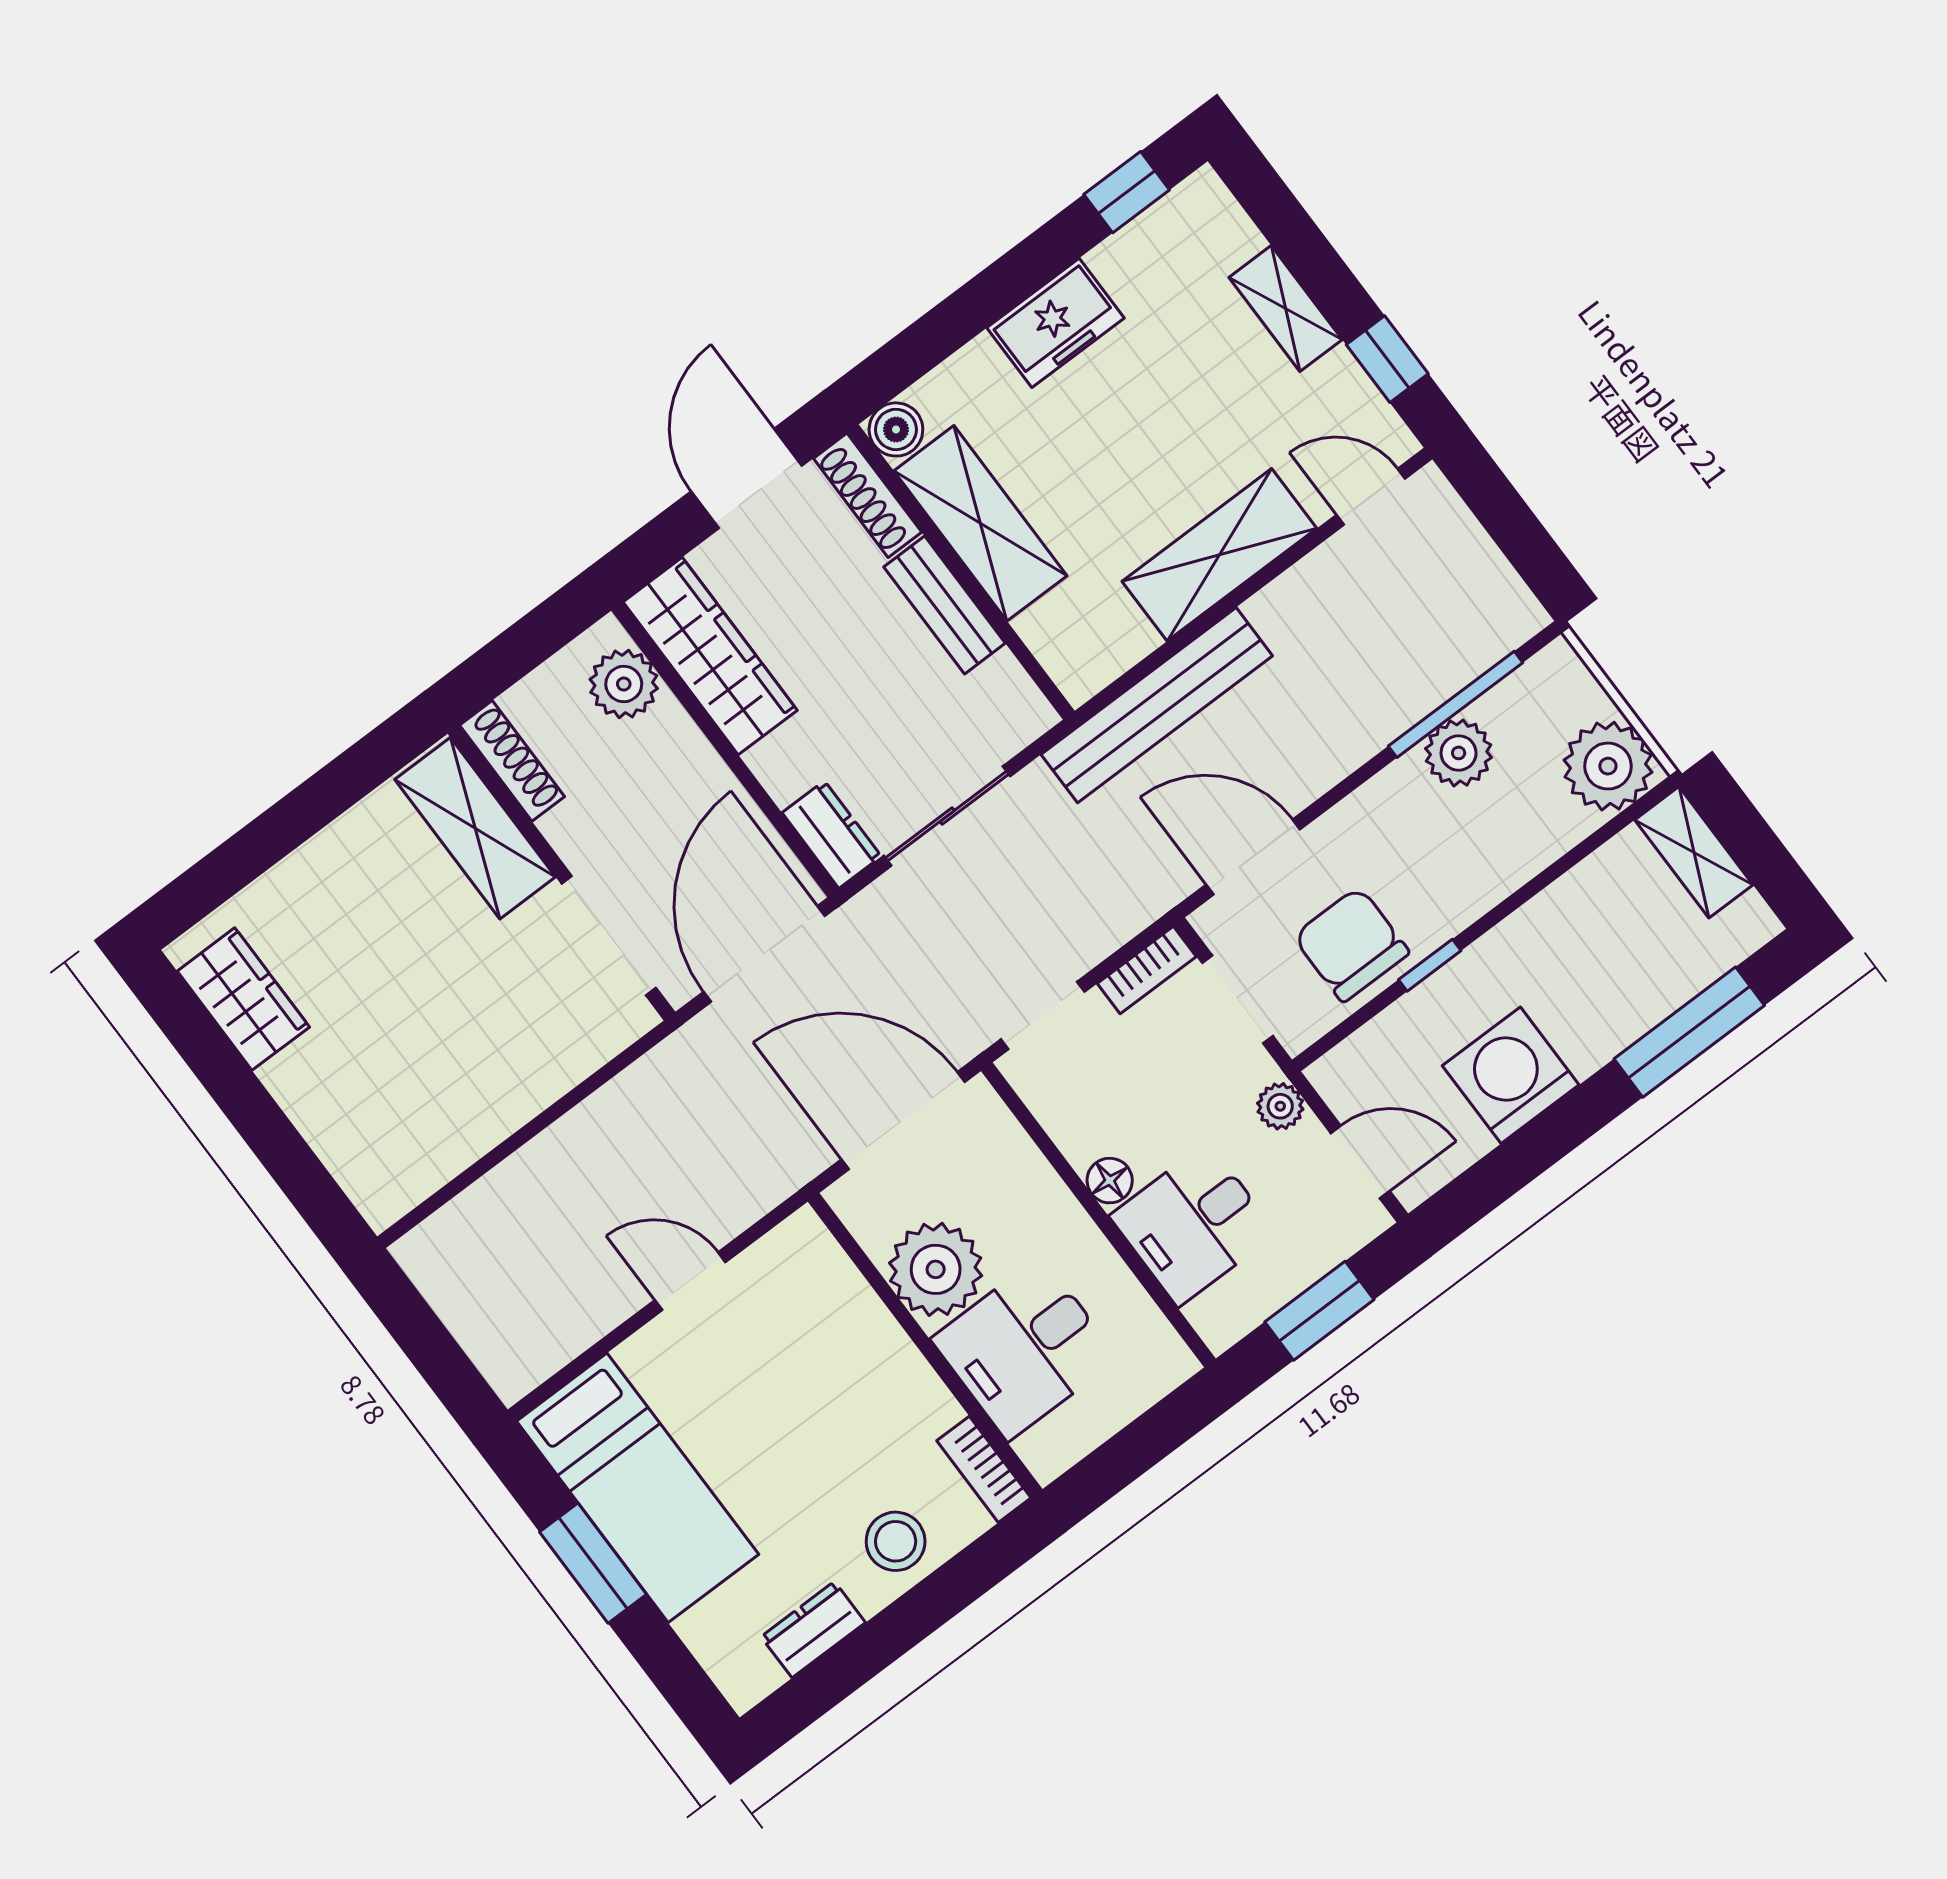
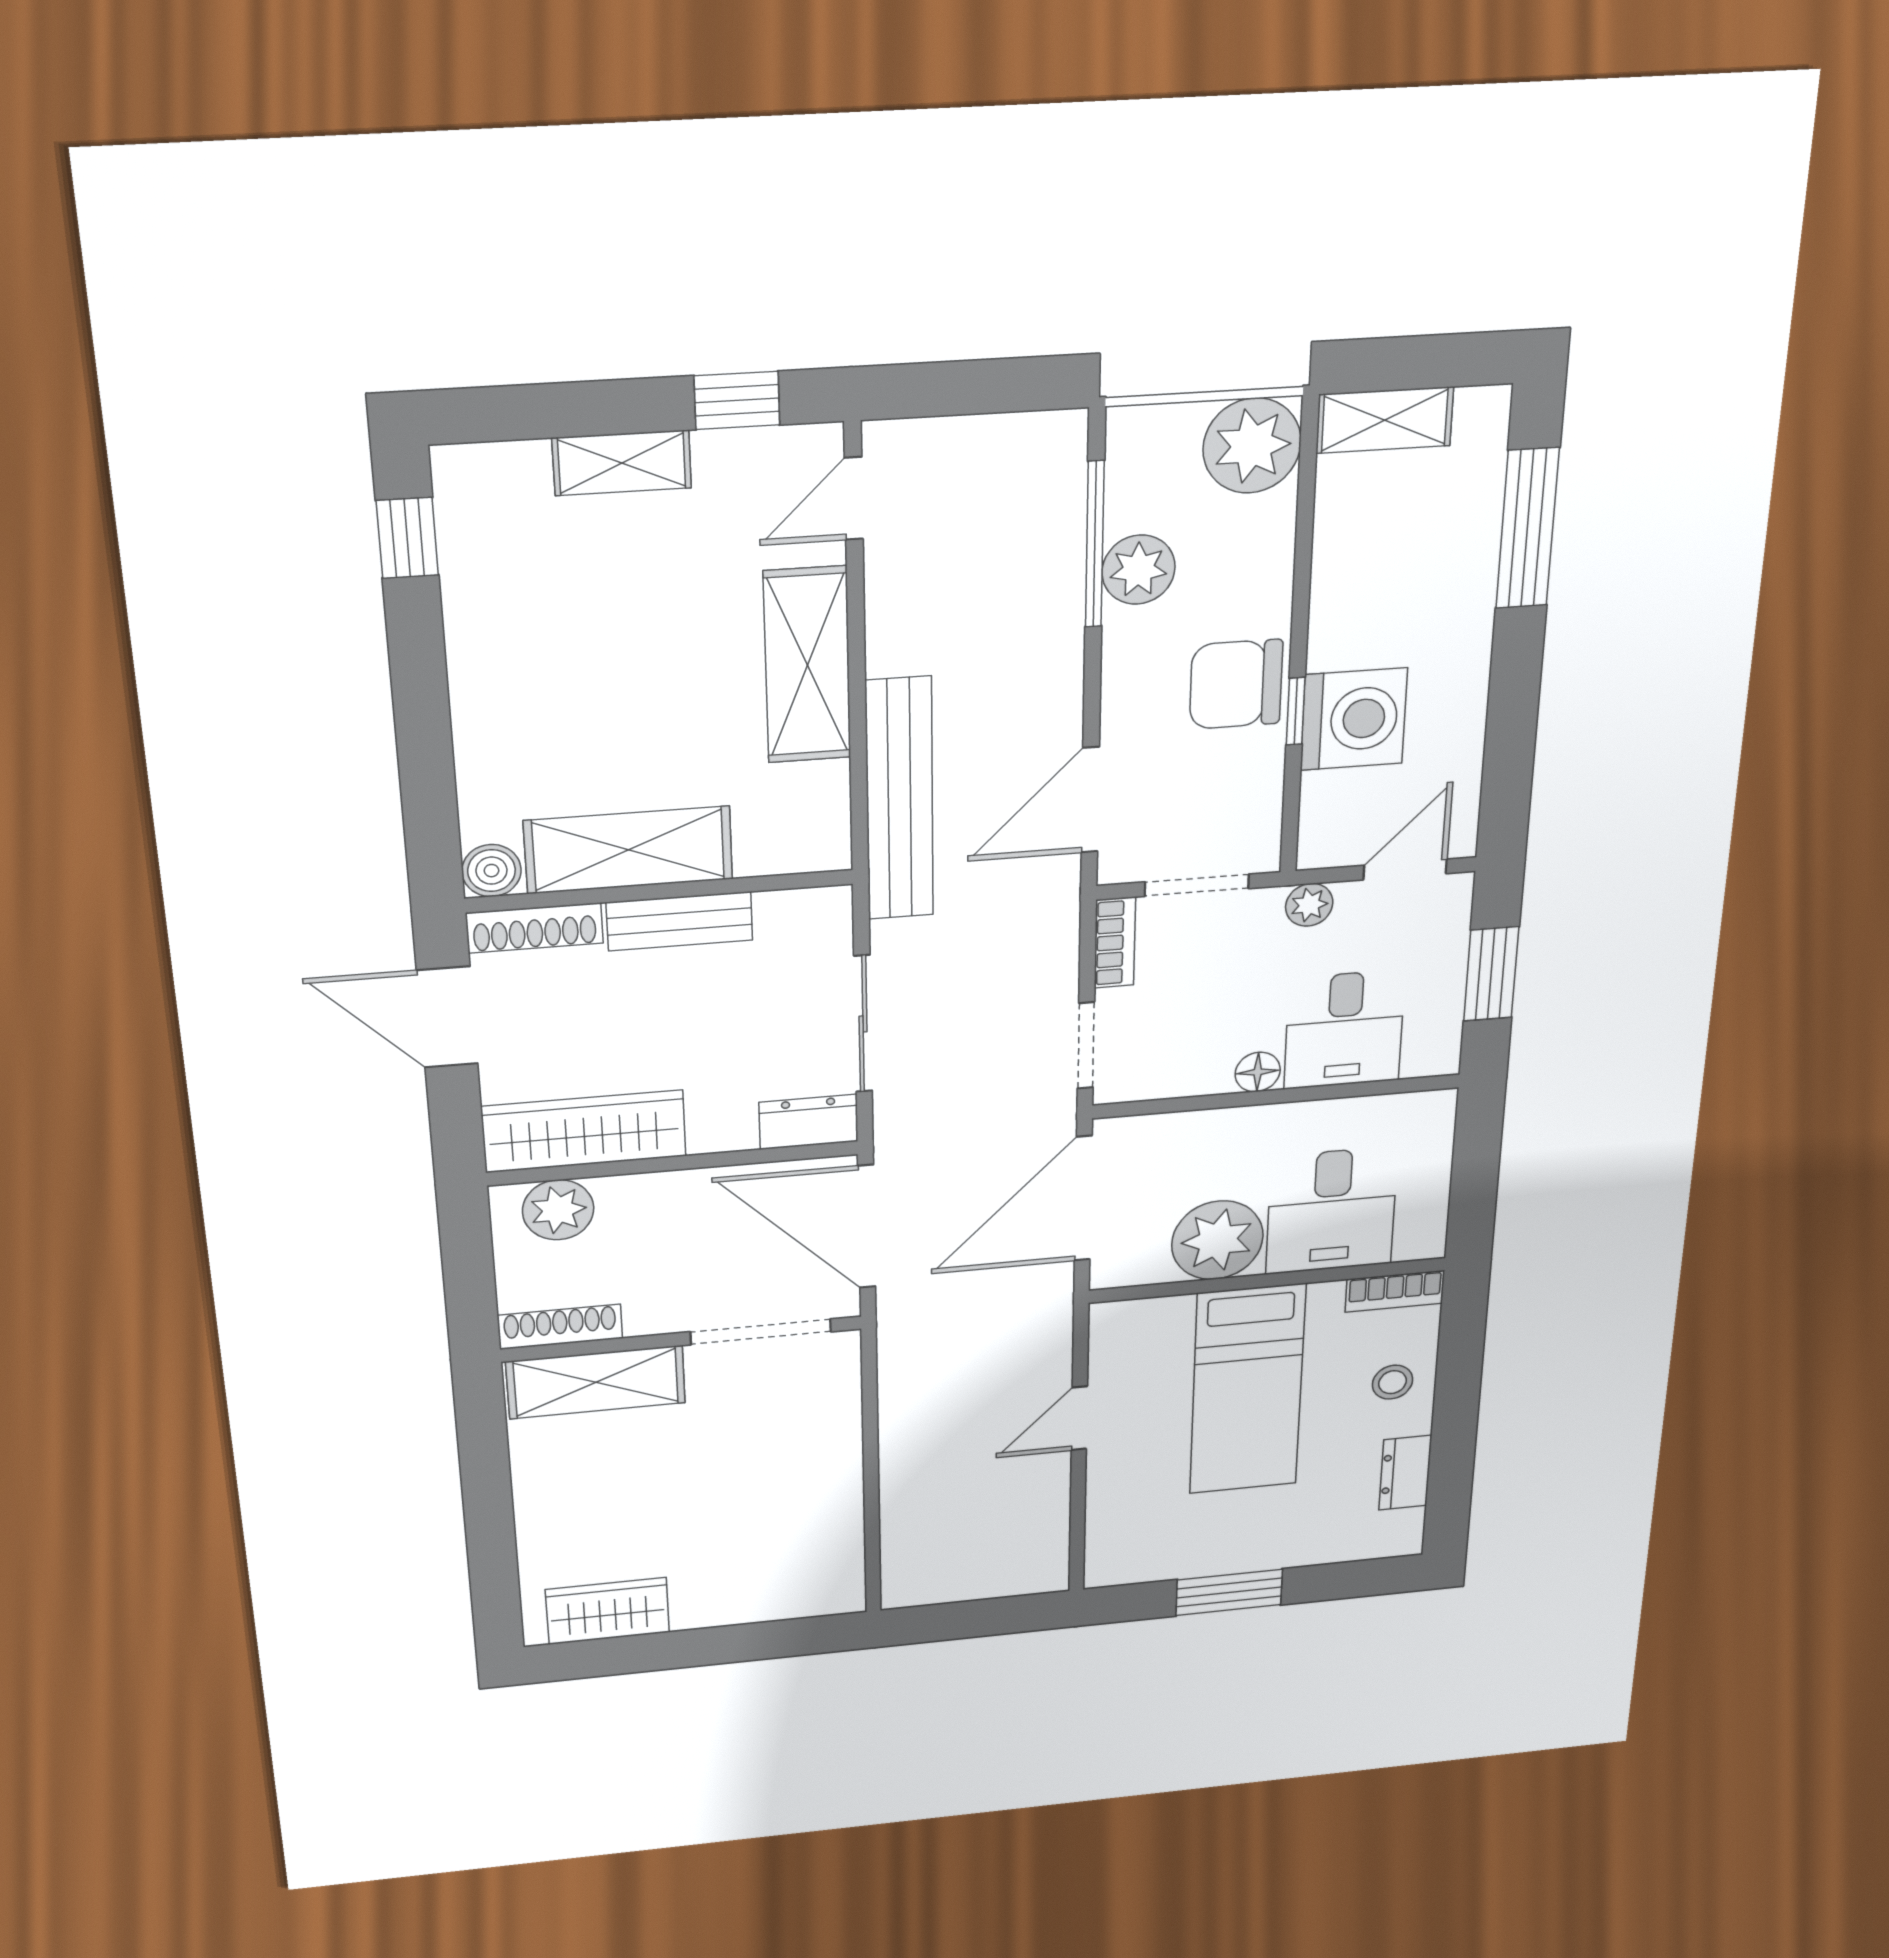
freezer: (1055, 323) -> (489, 677), removed
chair: (1351, 944) -> (1236, 684), moved
washing machine: (1511, 1075) -> (1354, 719), moved, turned 180
bed: (638, 1488) -> (1247, 1390), moved, turned 90
stool: (896, 1541) -> (1393, 1382), width x0.73, depth x0.73

